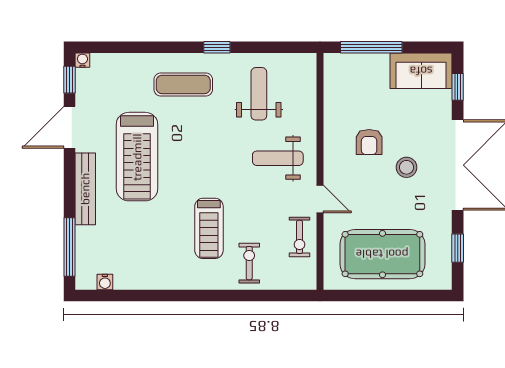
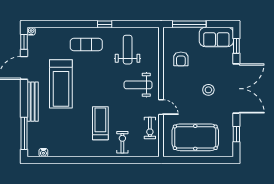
armchair: (369, 142) -> (181, 59), moved
treadmill: (209, 228) -> (100, 123), turned 180

